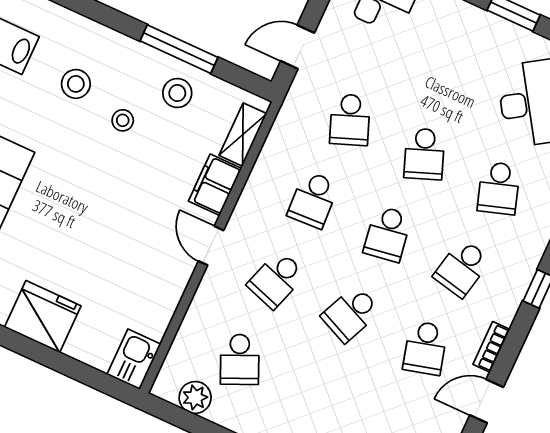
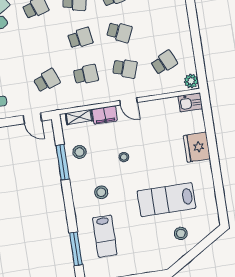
stool: (123, 120) -> (124, 157), moved
school desk: (424, 154) -> (41, 44), removed
door: (211, 246) -> (129, 101), hinge flipped
plant: (195, 397) -> (191, 81), moved

